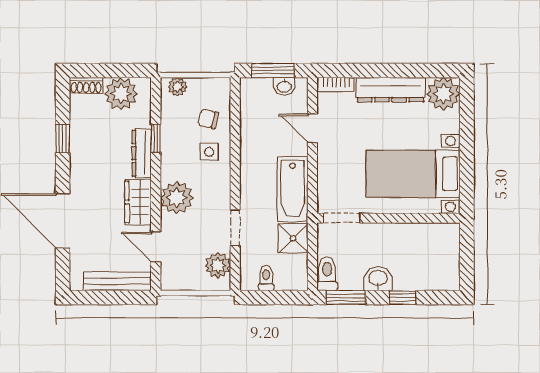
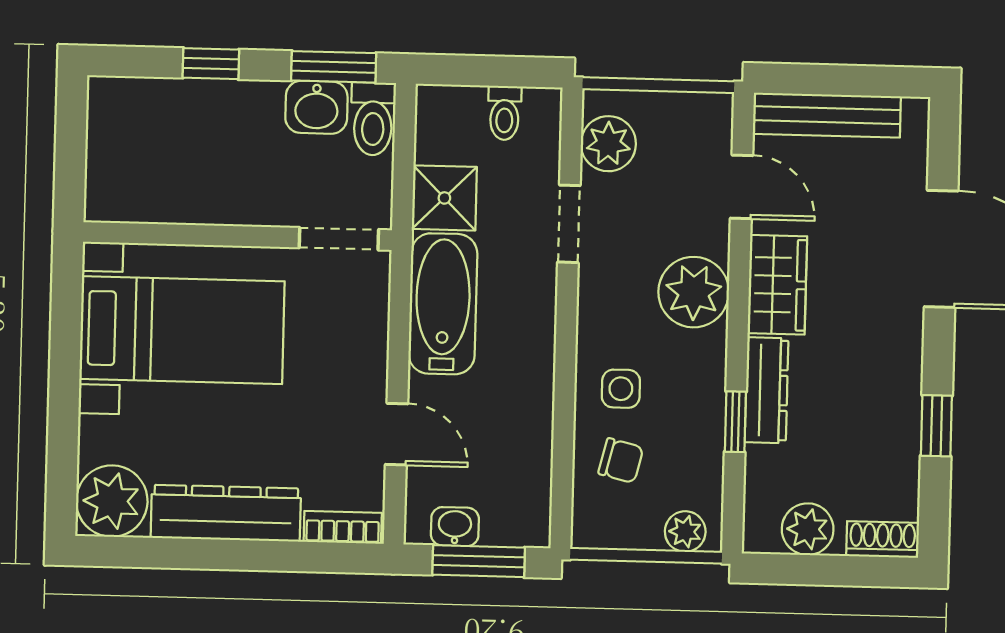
plant: (121, 94) -> (808, 529), width x0.73, depth x0.73
washbasin: (378, 279) -> (316, 107), moved

